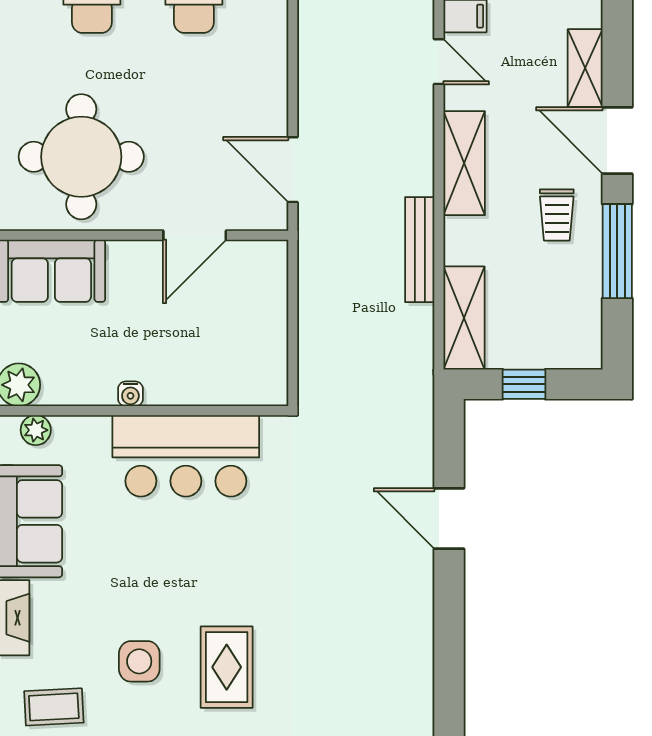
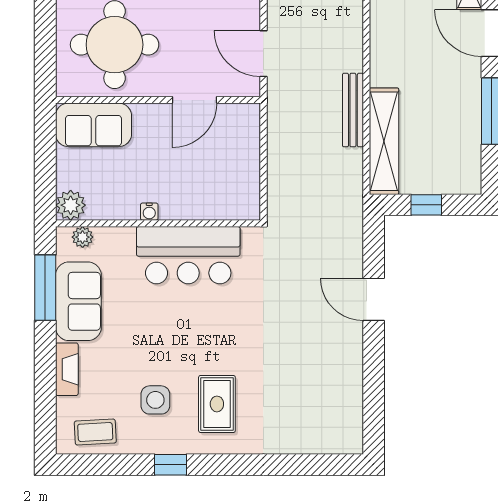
shelving: (464, 163) -> (384, 49), removed
trolley: (557, 215) -> (449, 86), removed
shelving: (464, 318) -> (384, 141), width x1.47

